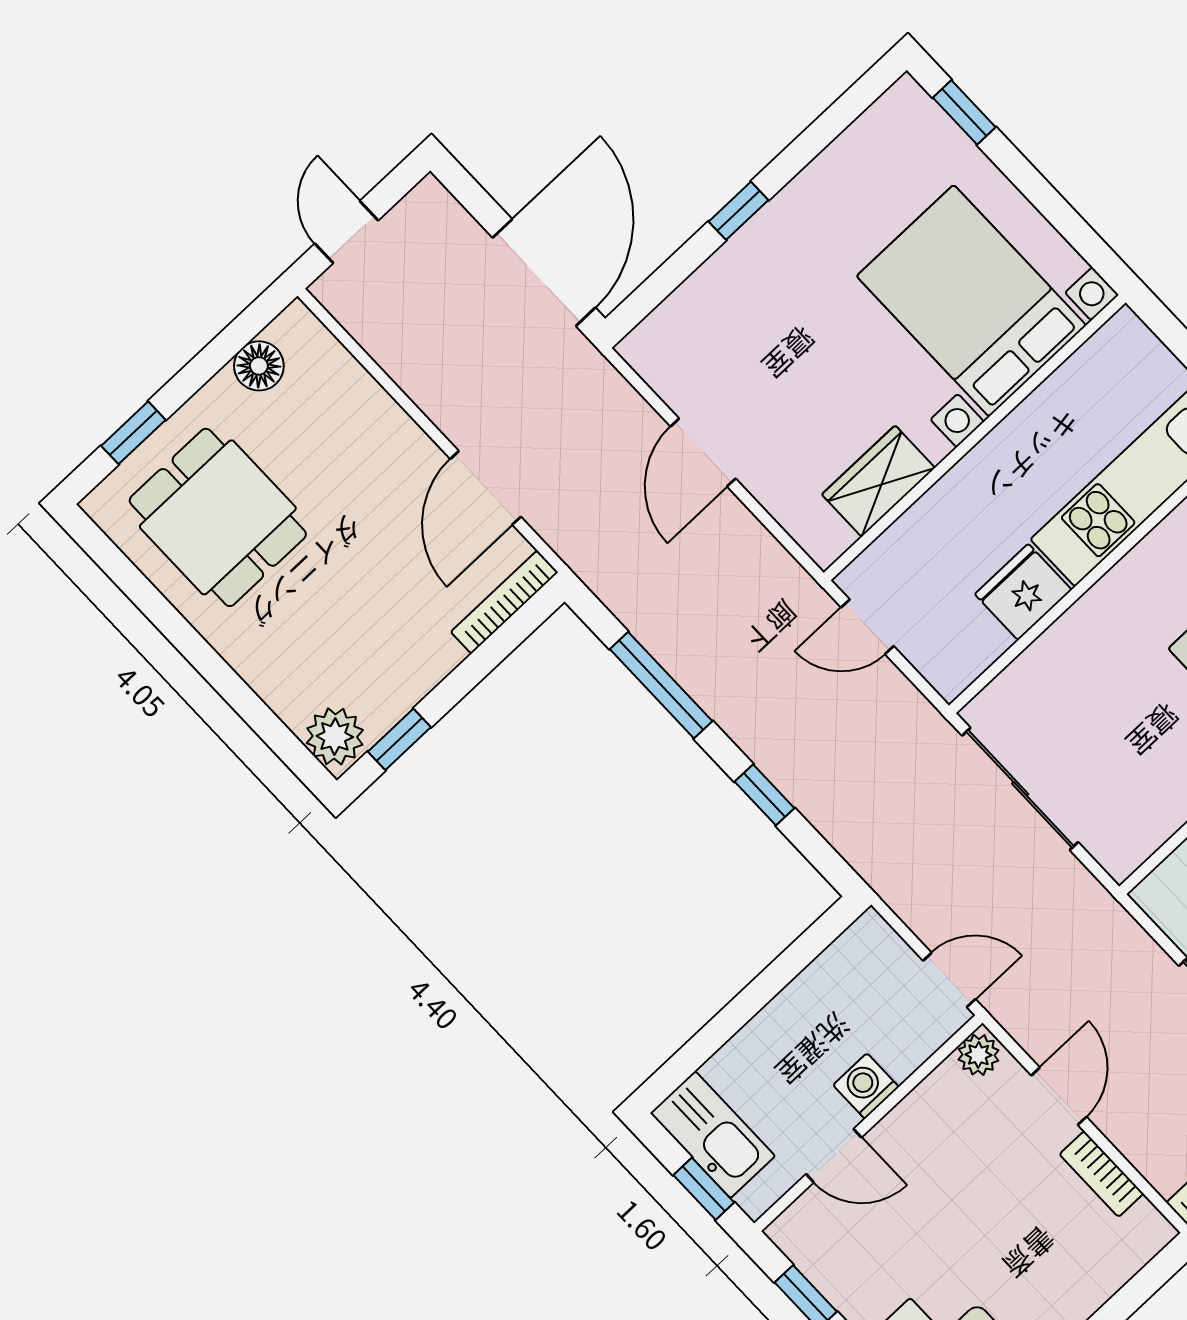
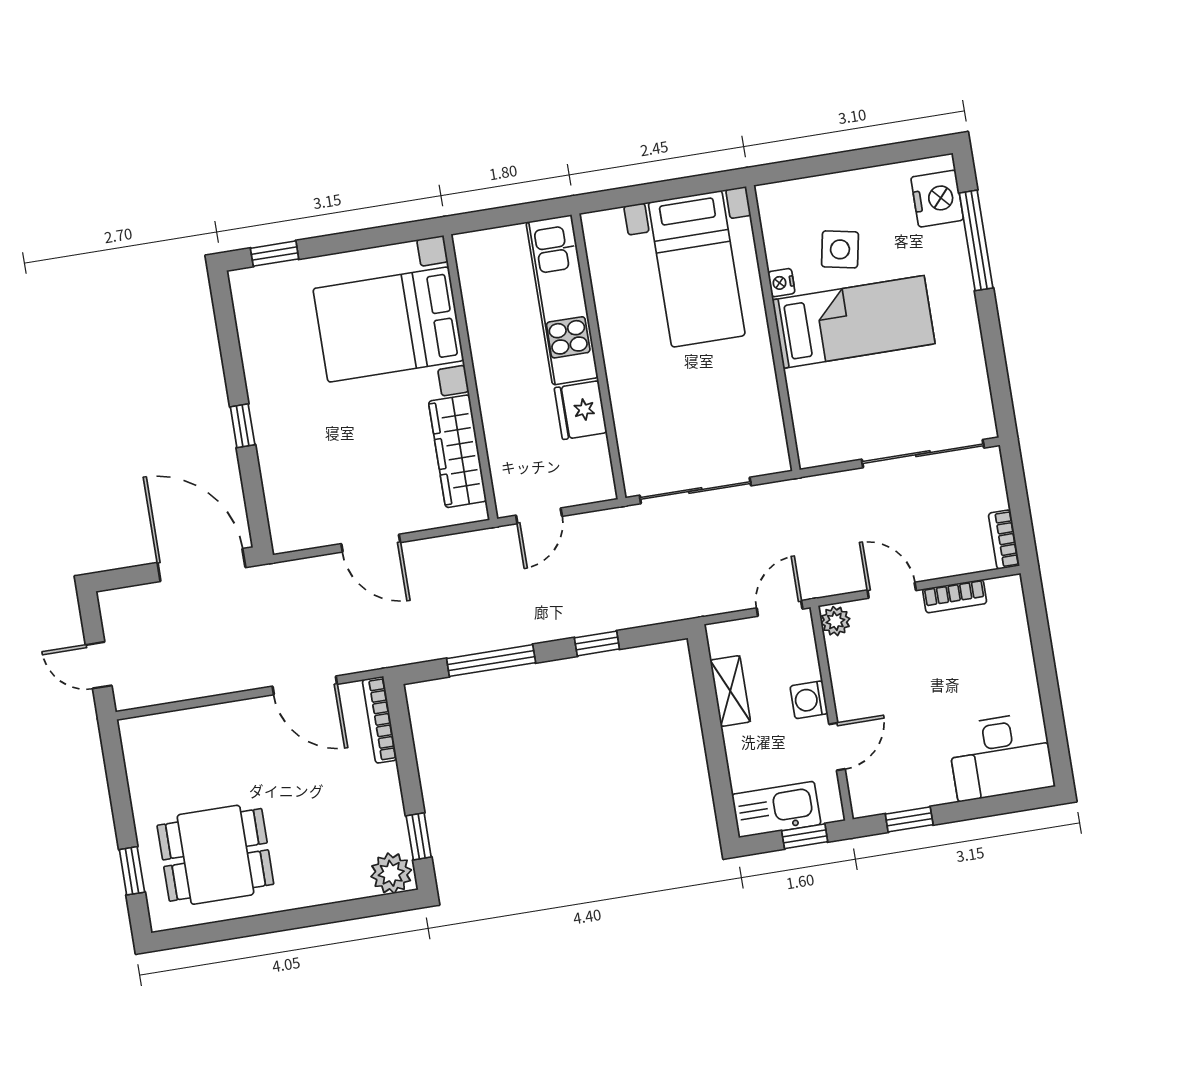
floor lamp: (259, 366) -> (143, 770), removed
wardrobe: (878, 481) -> (458, 451), width x1.50
shelving: (814, 987) -> (730, 691), added

